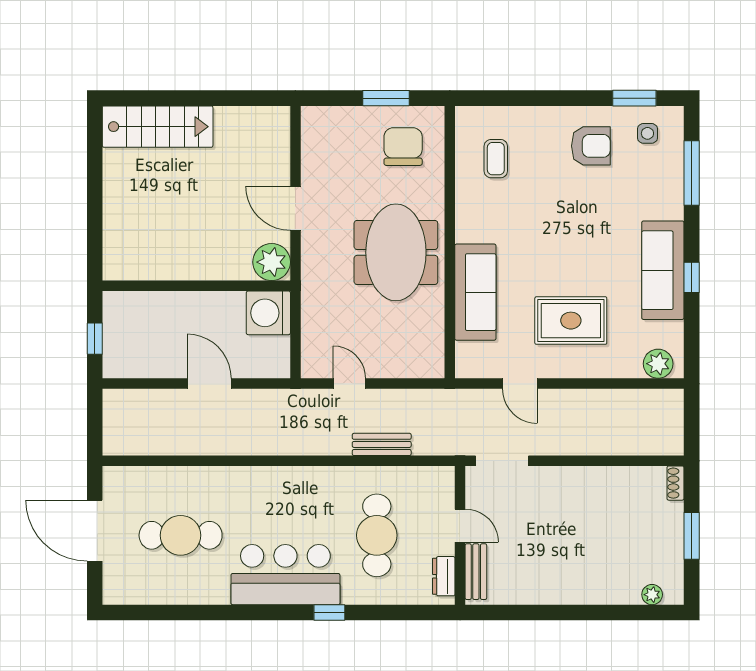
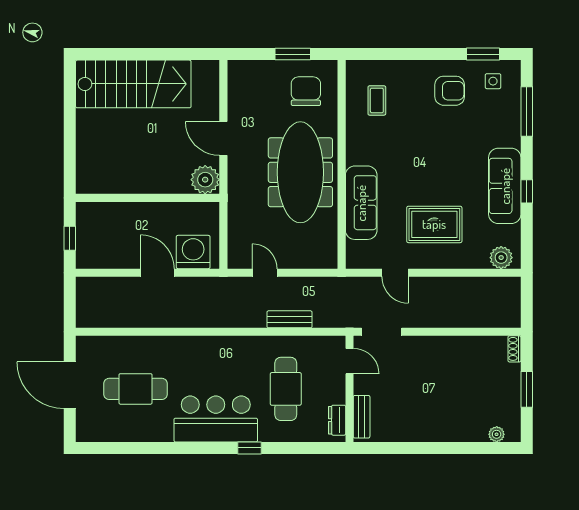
stairs: (158, 127) -> (133, 84), width x1.36, depth x1.51
meeting table: (396, 252) -> (300, 172), width x1.36
washing machine: (268, 313) -> (193, 252), moved, turned 90
door: (460, 526) -> (349, 361), moved

